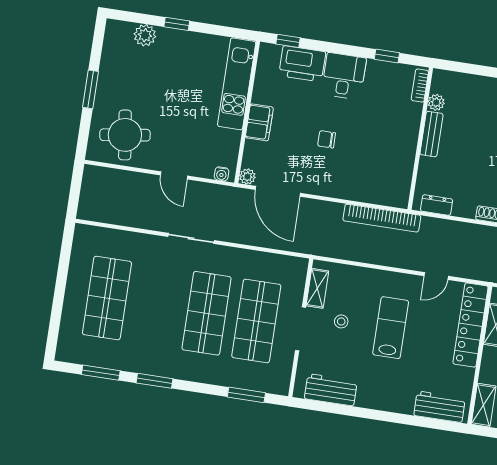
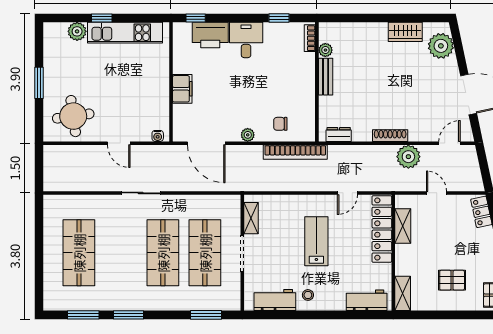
kitchen unit: (237, 84) -> (125, 33), moved, turned -90
chair: (327, 139) -> (280, 124), moved
plant: (247, 177) -> (248, 135), moved
stool: (341, 321) -> (308, 295), moved

